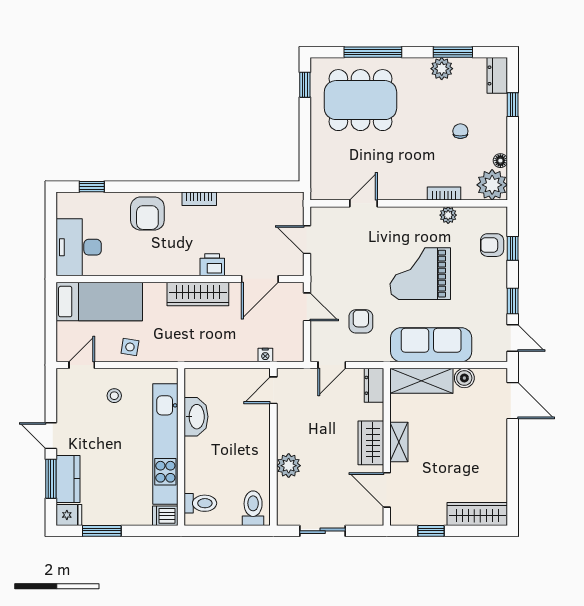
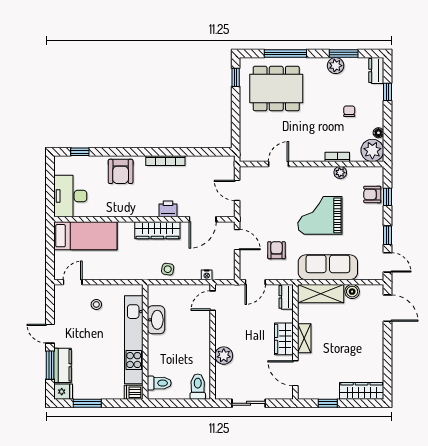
bookcase: (199, 199) -> (165, 161), width x1.56
side table: (130, 347) -> (168, 269), moved

